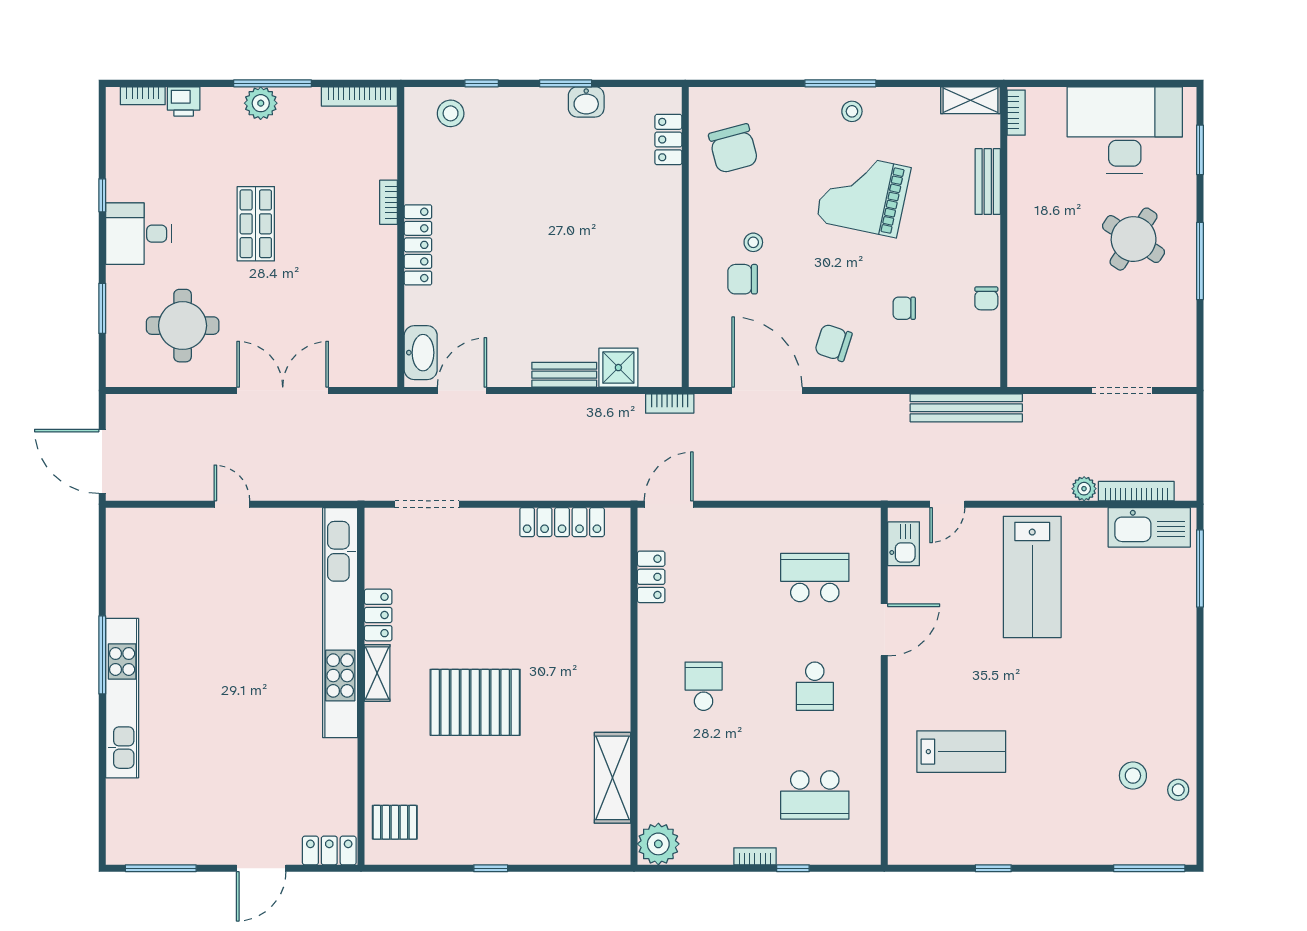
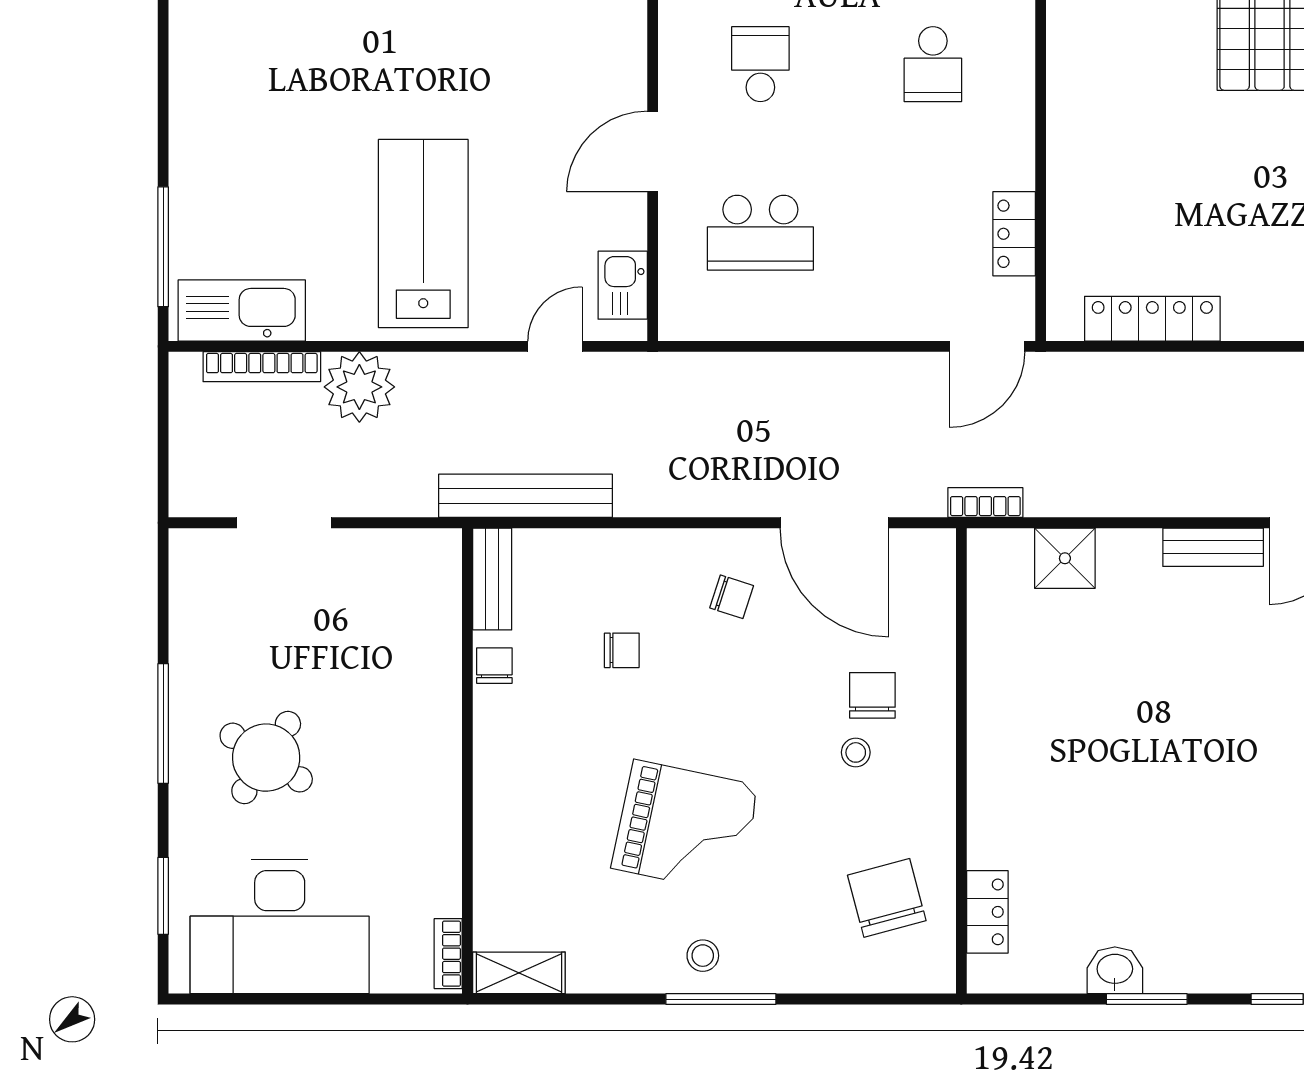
bench: (988, 182) -> (492, 579), moved
chair: (743, 279) -> (872, 695), turned -90
chair: (833, 343) -> (732, 597), width x0.73, depth x0.73
bench: (564, 375) -> (1213, 547), moved
plant: (1084, 489) -> (359, 387), width x1.88, depth x1.88

